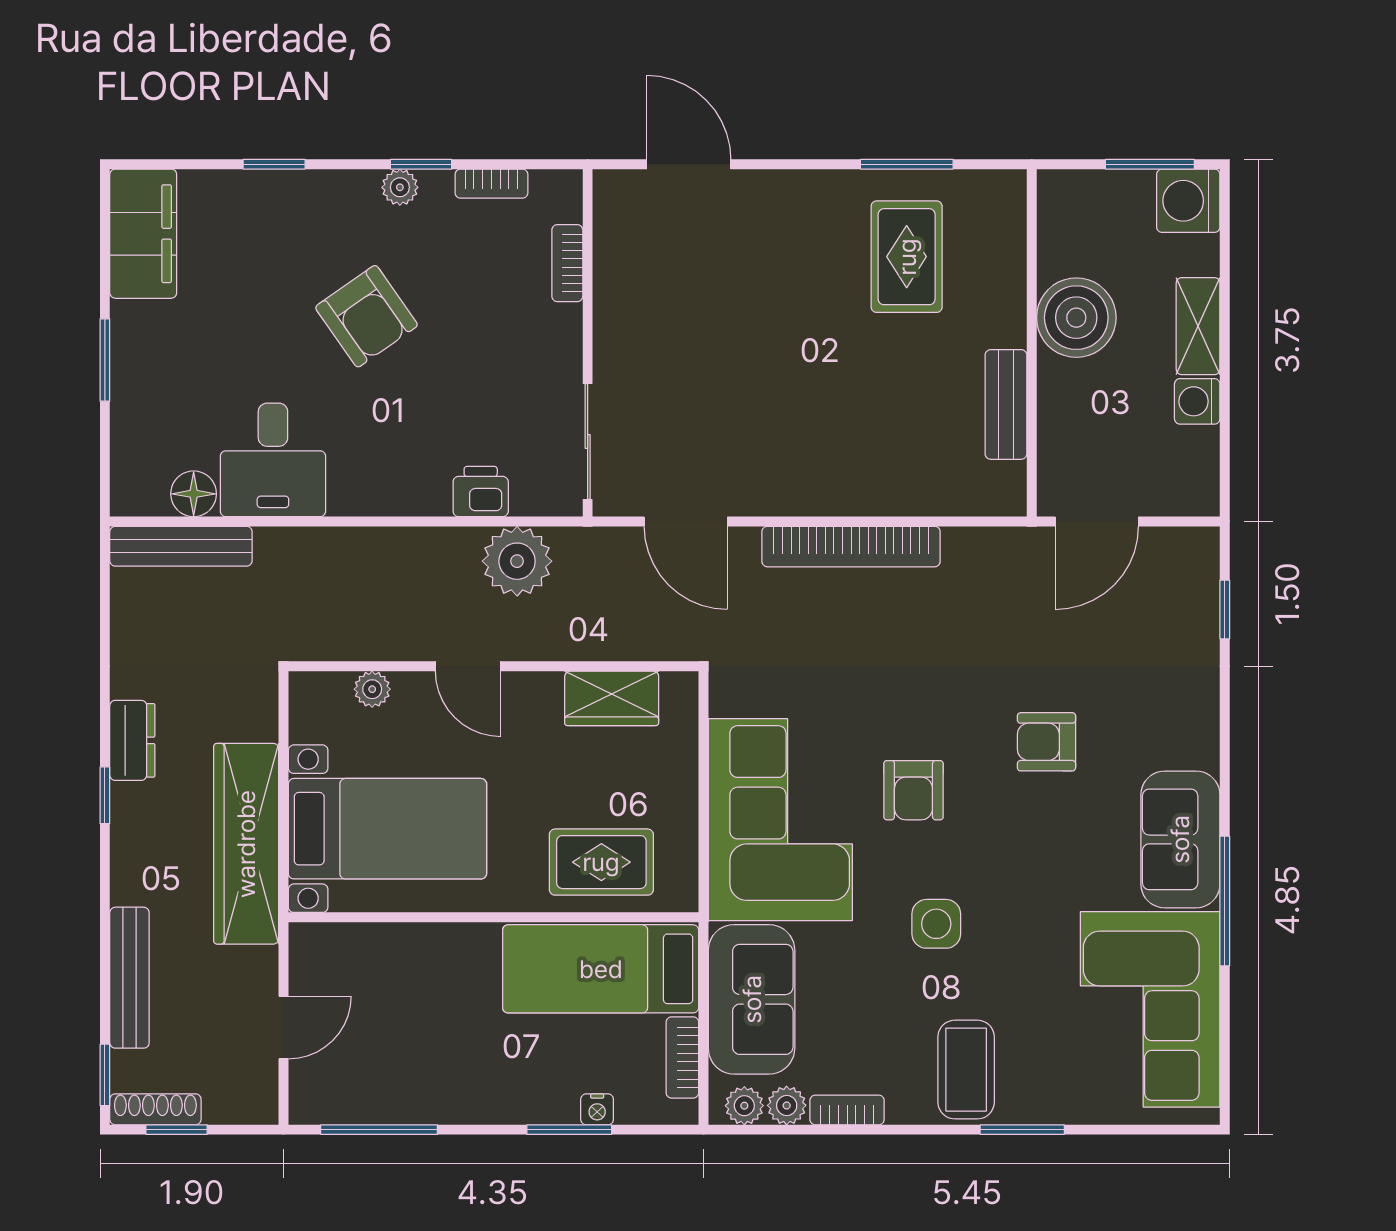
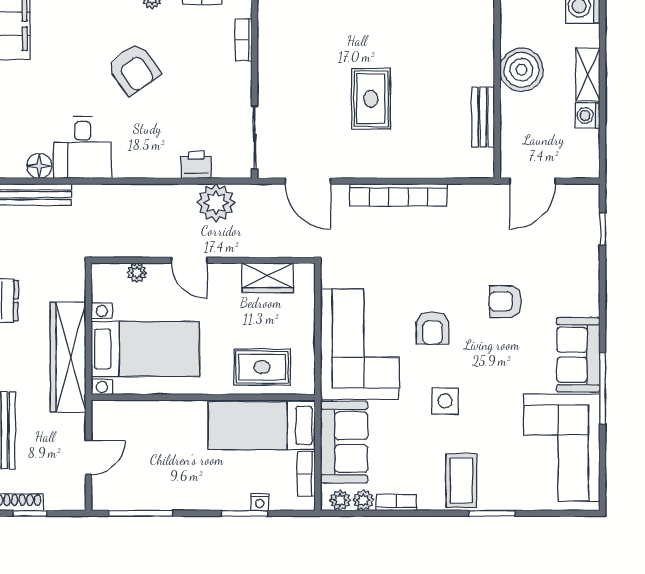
rug: (907, 257) -> (371, 99), moved

